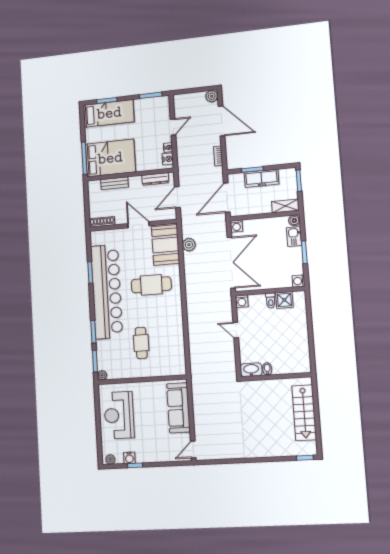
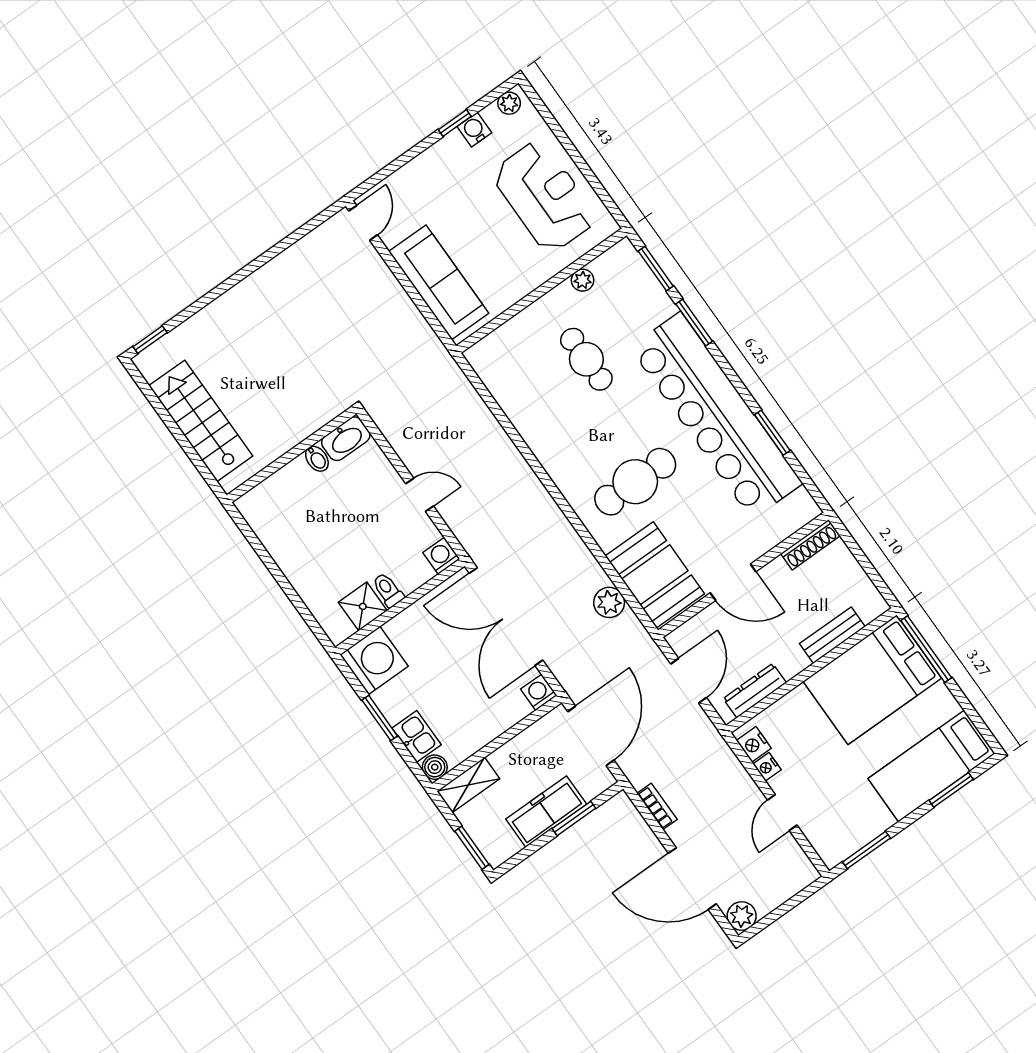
washing machine: (299, 281) -> (374, 660), width x1.89, depth x1.89
plant: (102, 375) -> (583, 280), moved

